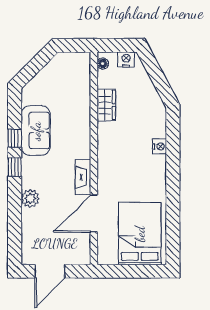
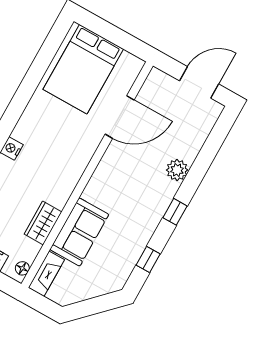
sofa: (36, 131) -> (79, 232), moved, turned 180
window: (15, 138) -> (148, 260), moved
fireplace: (83, 177) -> (46, 274), moved

